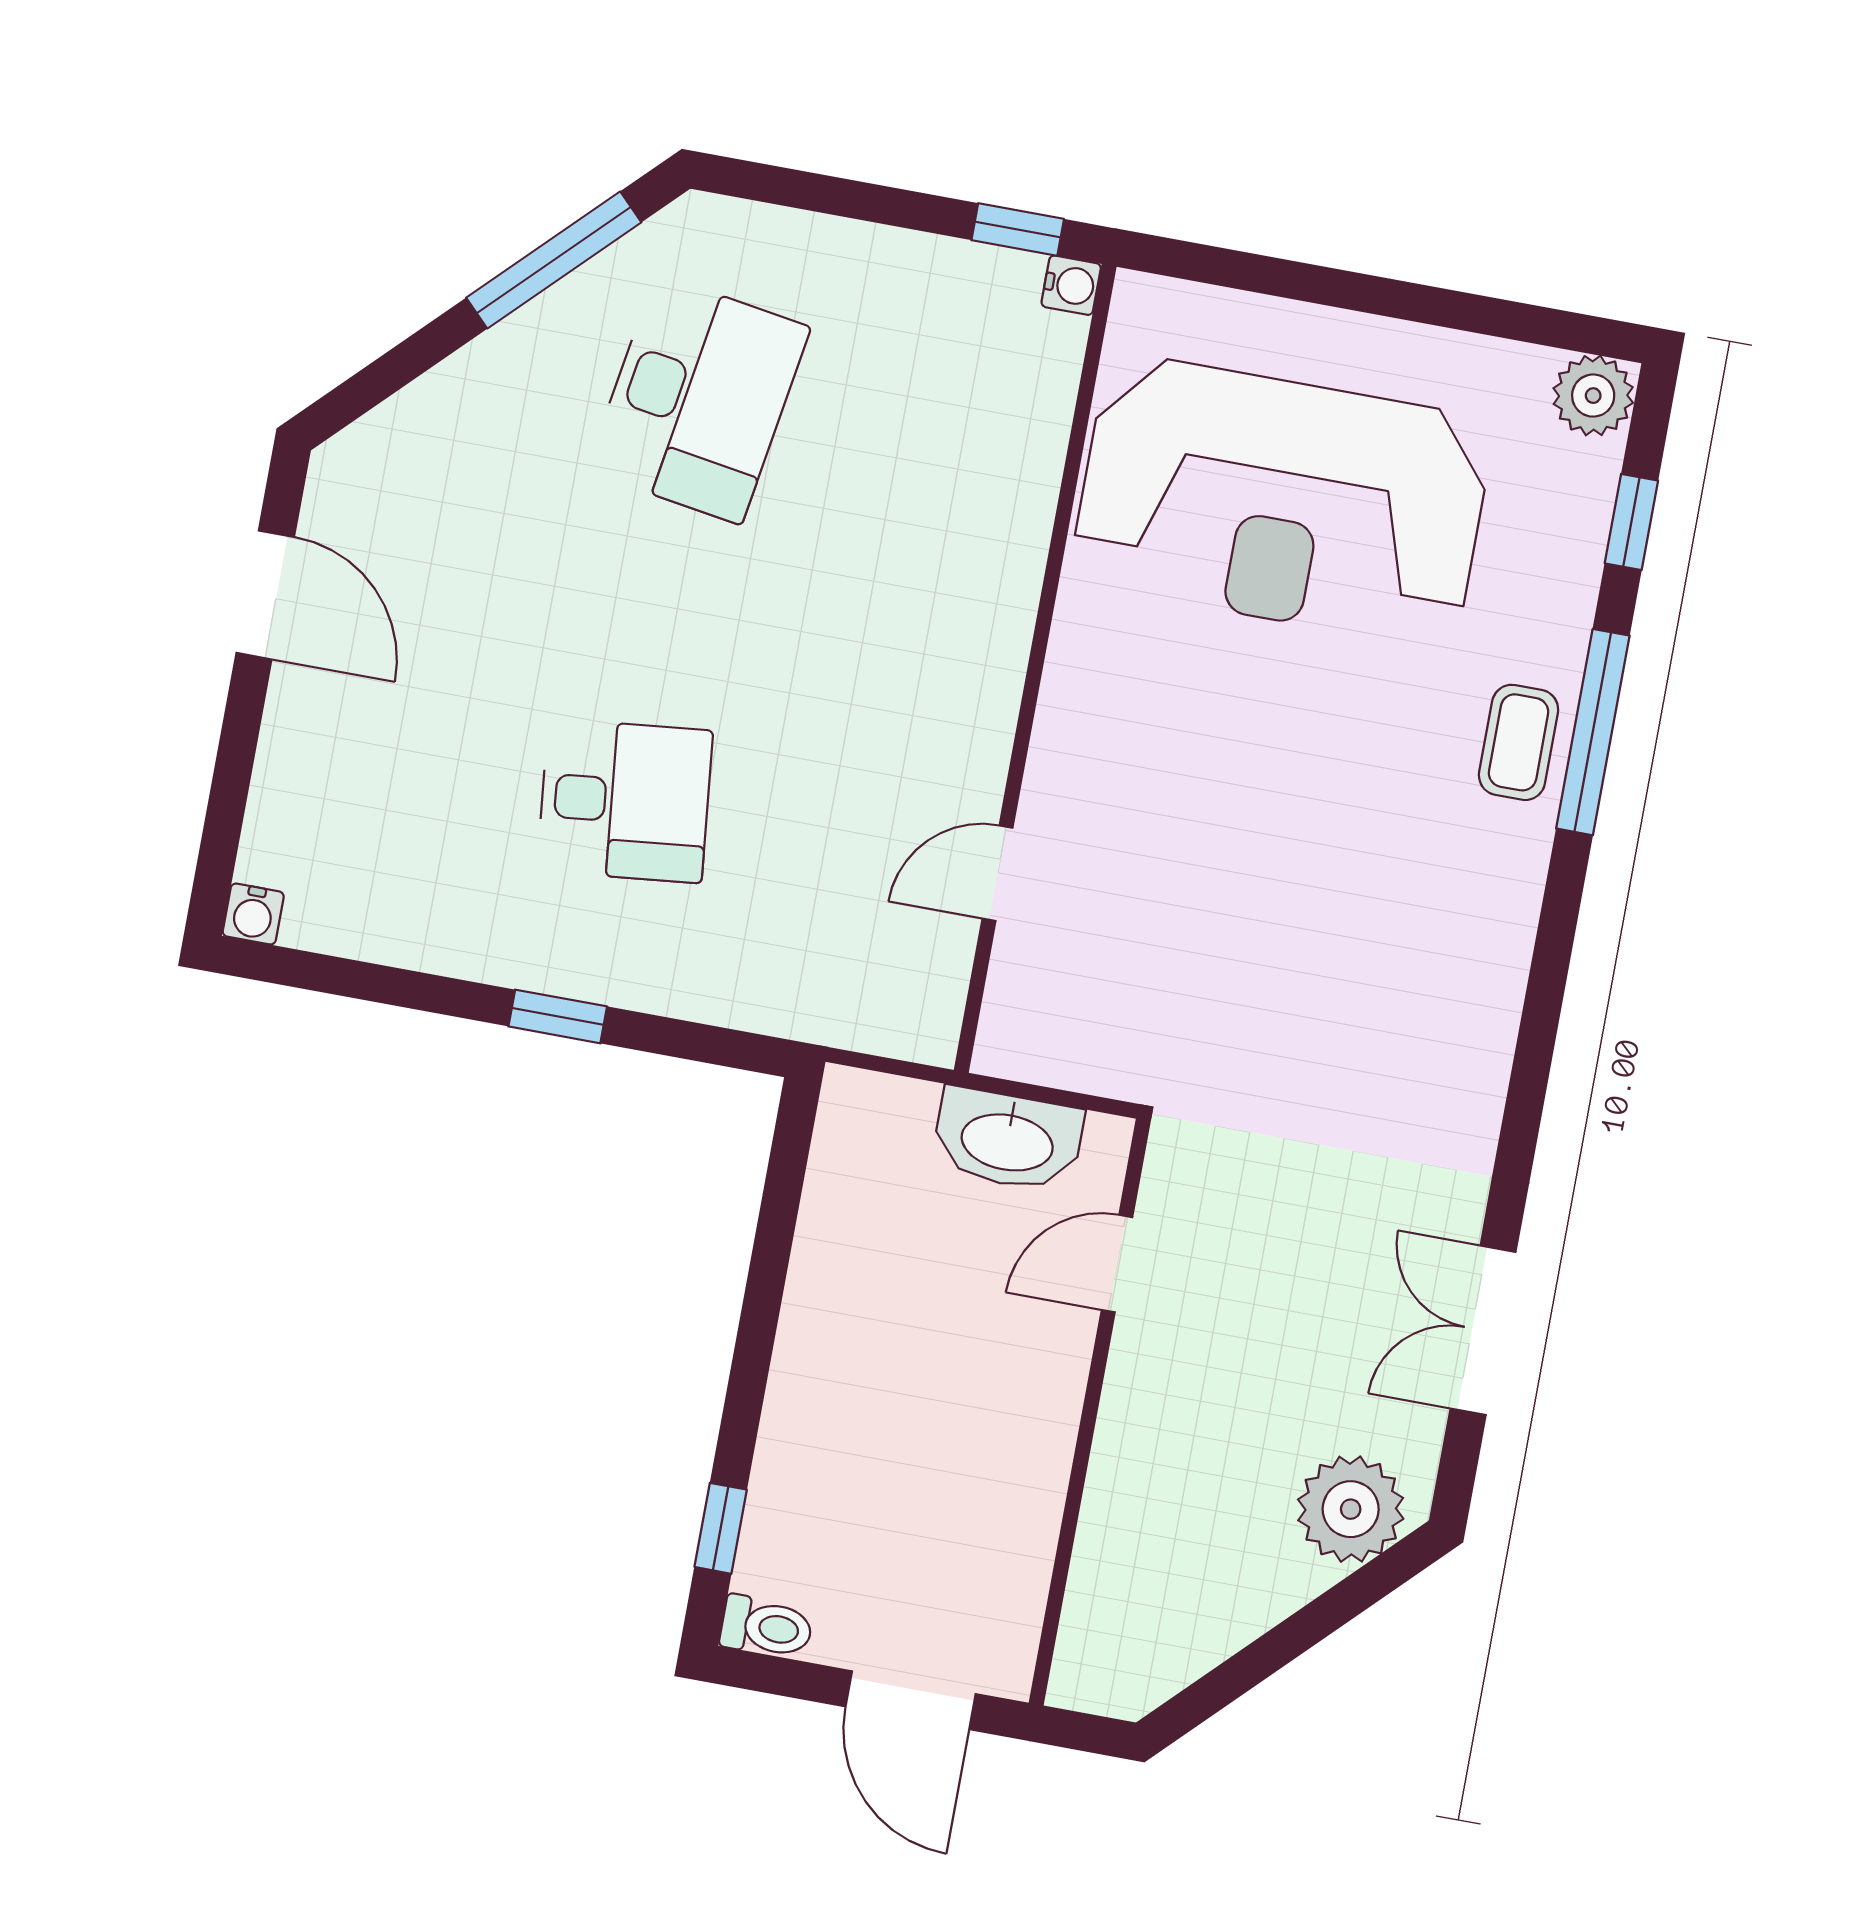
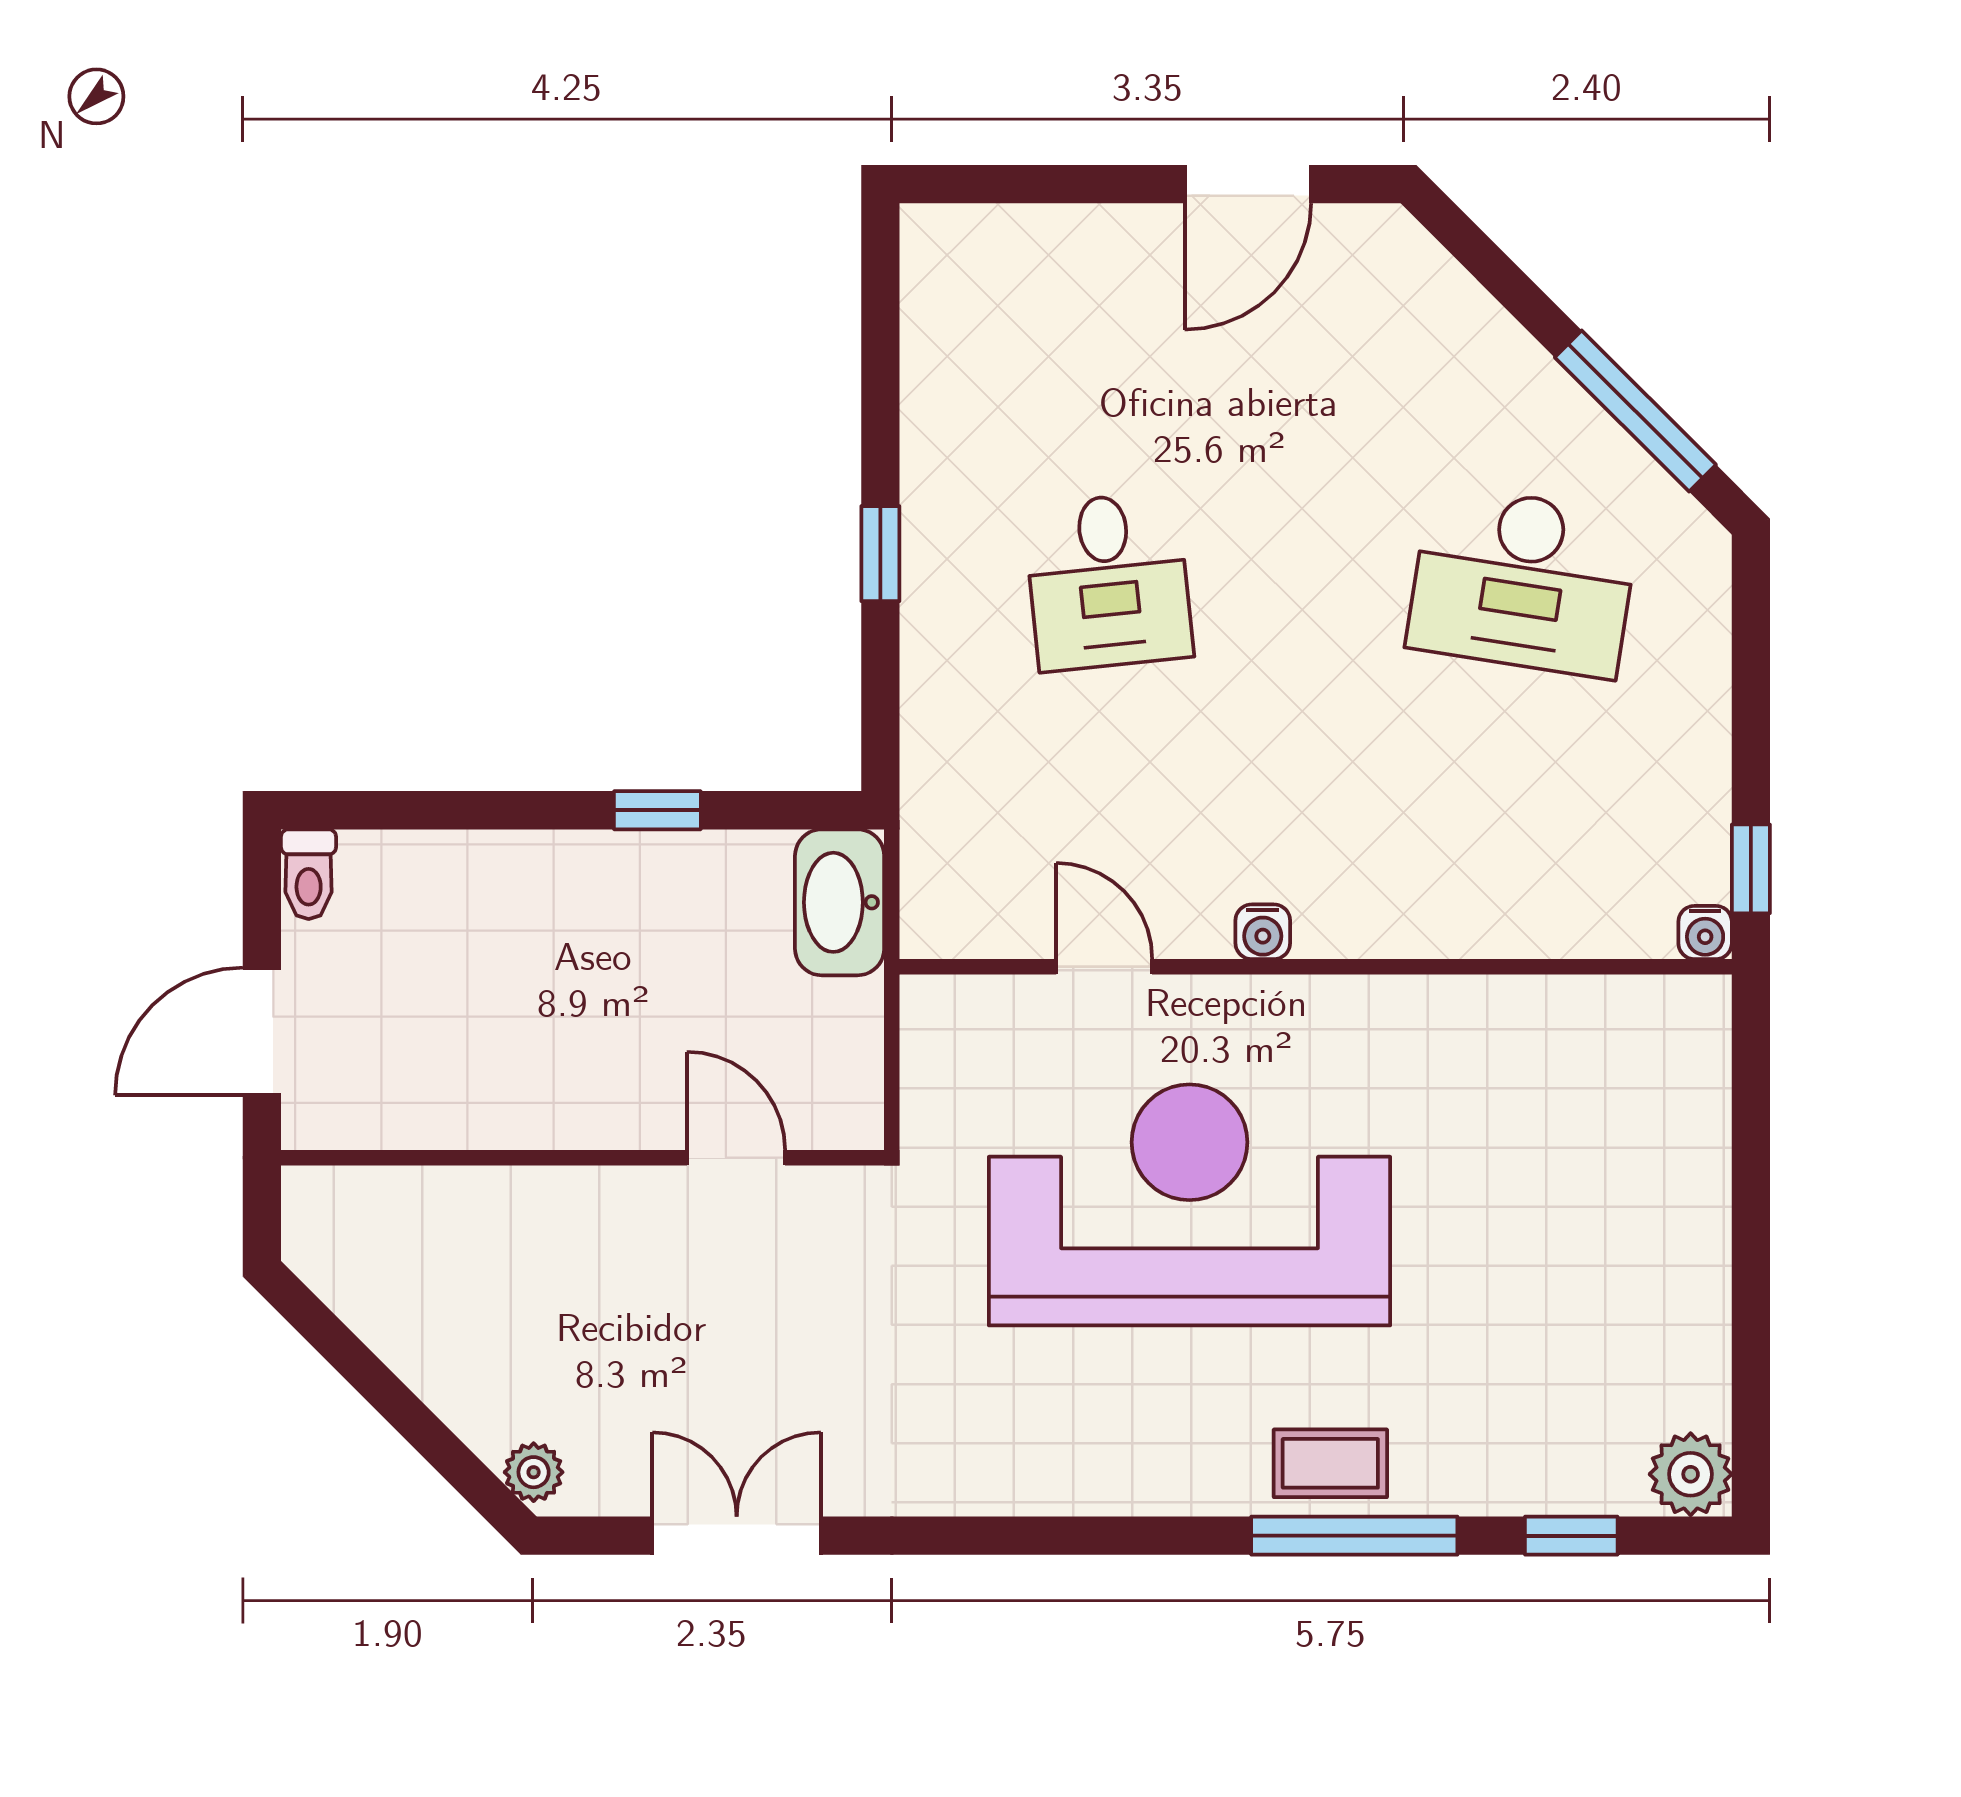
reception desk: (1282, 501) -> (1189, 1205), moved, turned 90
water cooler: (253, 914) -> (1263, 932), moved, turned -90
washbasin: (1008, 1140) -> (840, 902), moved
plant: (1351, 1509) -> (534, 1472), width x0.53, depth x0.53
window: (721, 1528) -> (657, 810), moved

